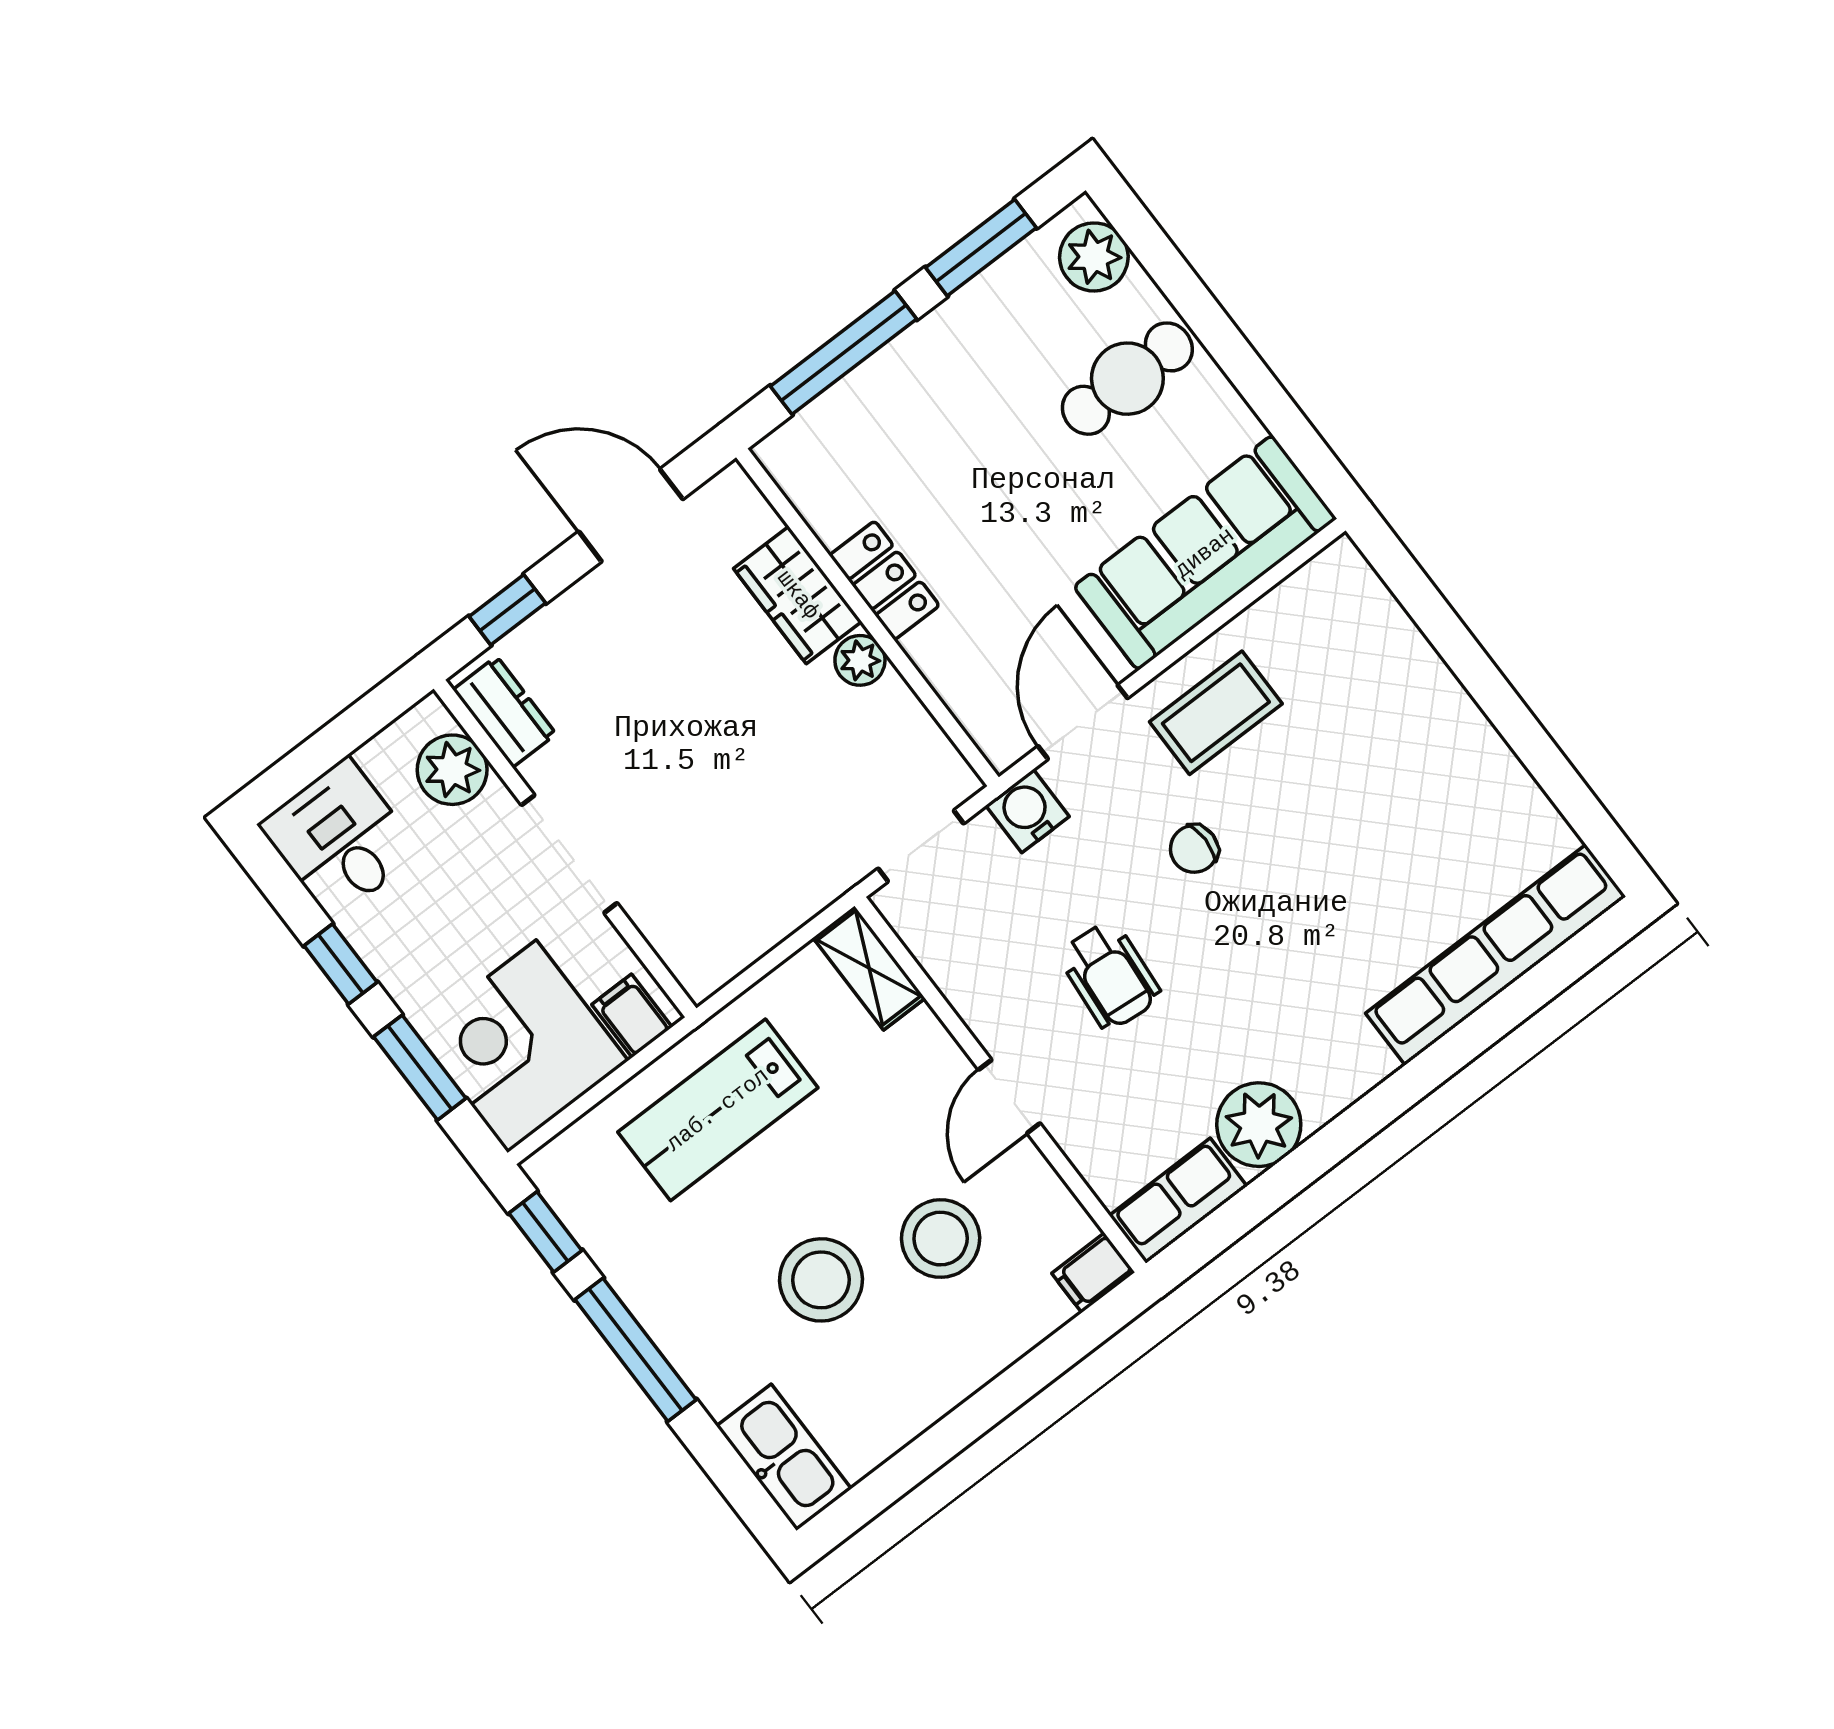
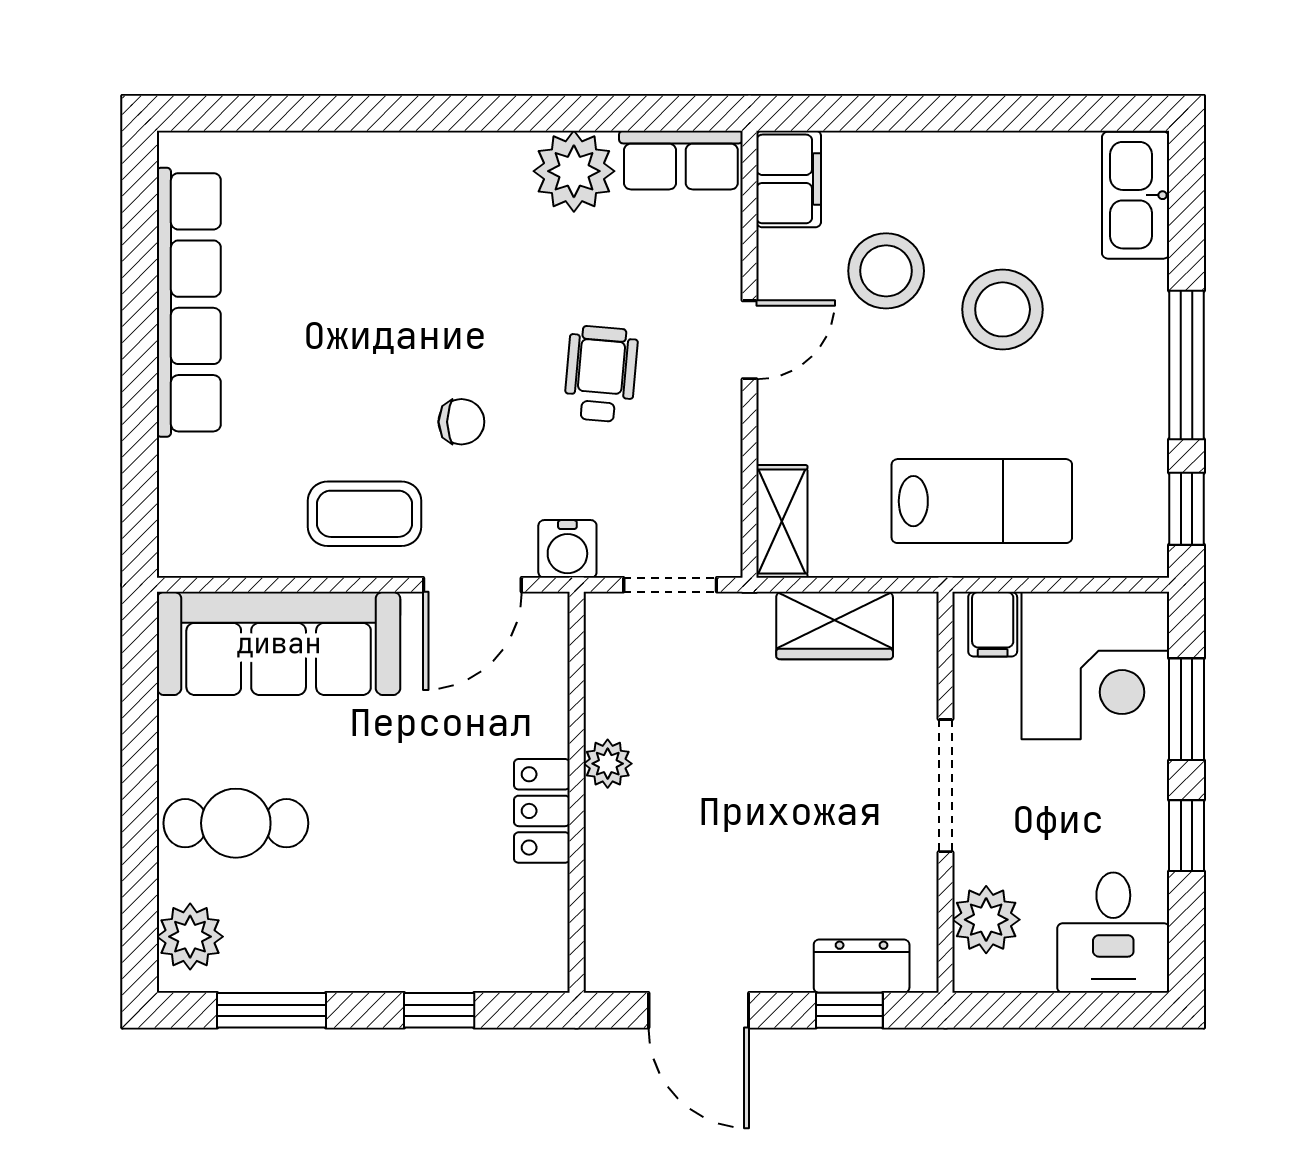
window: (844, 353) -> (439, 1010), width x0.46
wardrobe: (798, 595) -> (835, 626), moved, turned 90
dresser: (505, 712) -> (862, 966), moved, turned 90
row of seats: (1496, 955) -> (189, 302), moved, turned -90
filing cabinet: (1093, 1273) -> (789, 179), width x2.00

